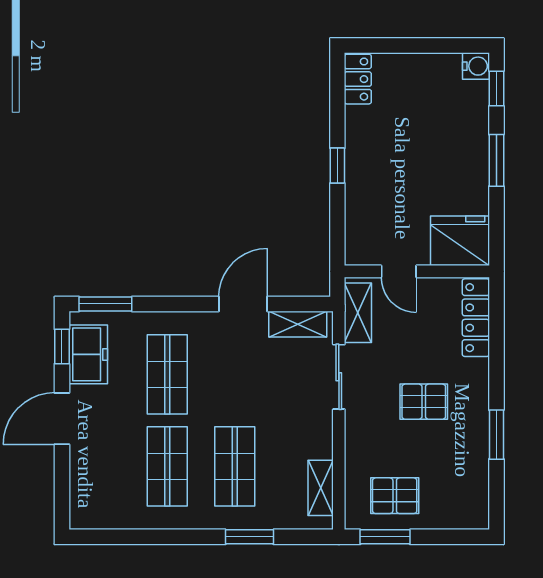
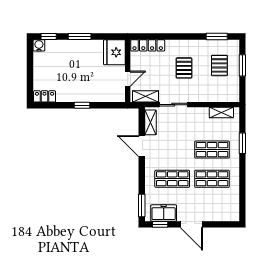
window: (496, 435) -> (217, 37), moved
pallet: (395, 496) -> (219, 65), moved
window: (385, 537) -> (242, 65), moved

